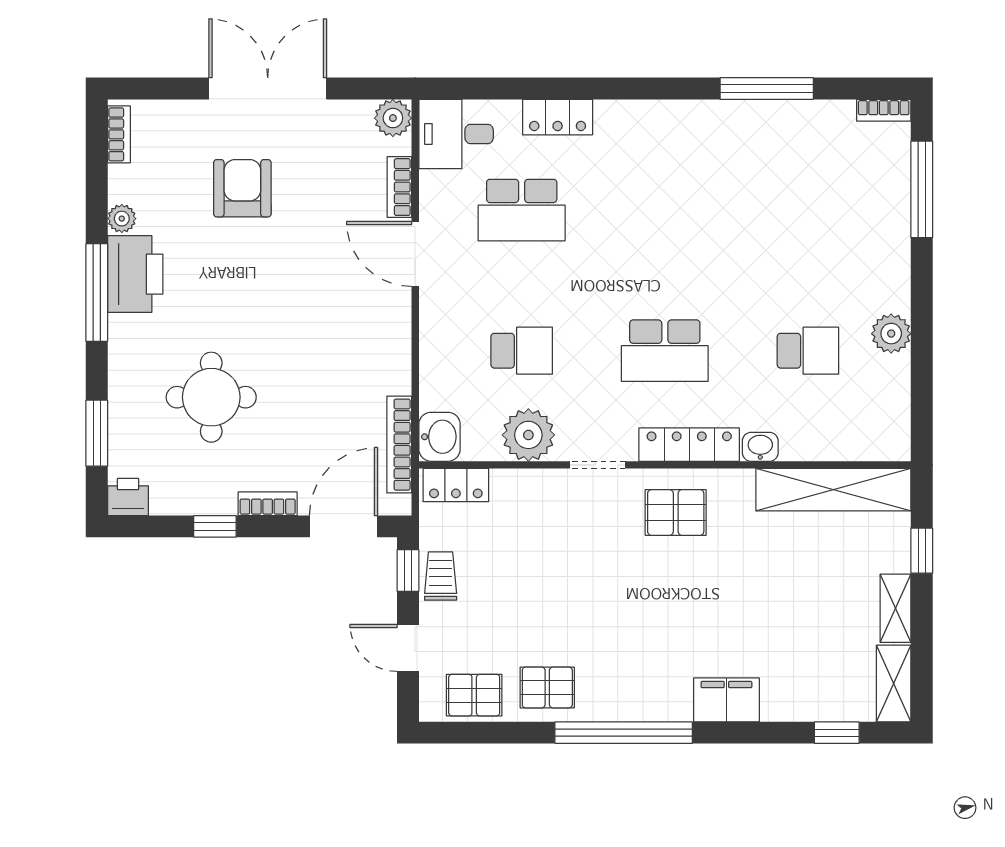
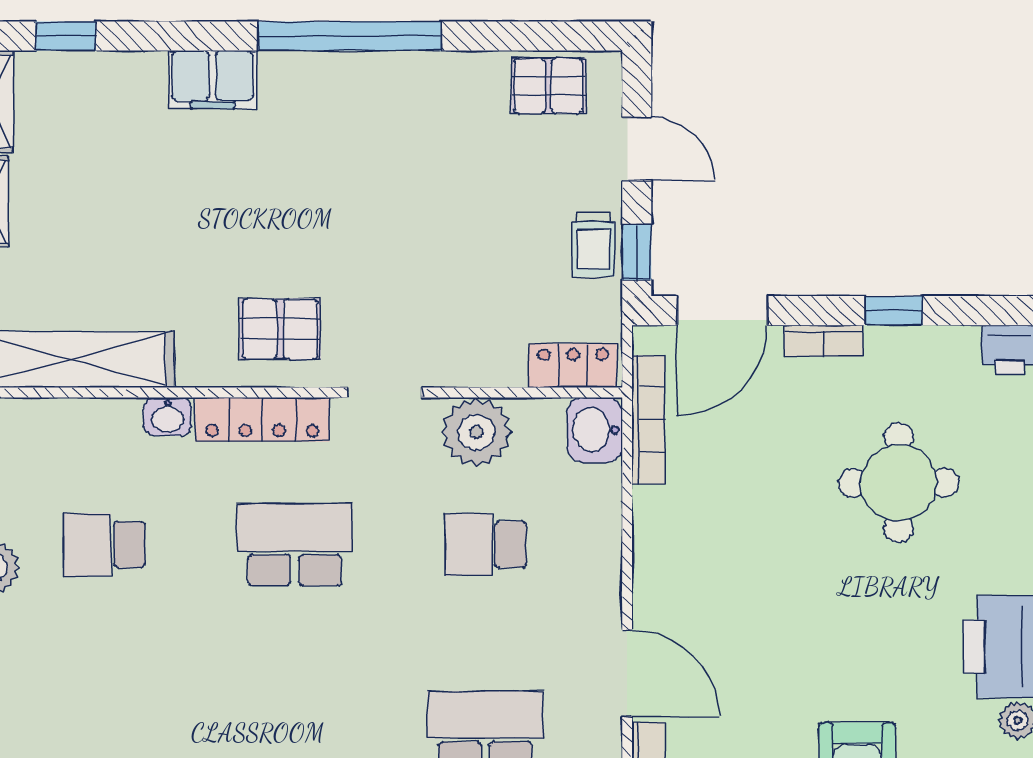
pallet: (547, 687) -> (451, 96), removed

